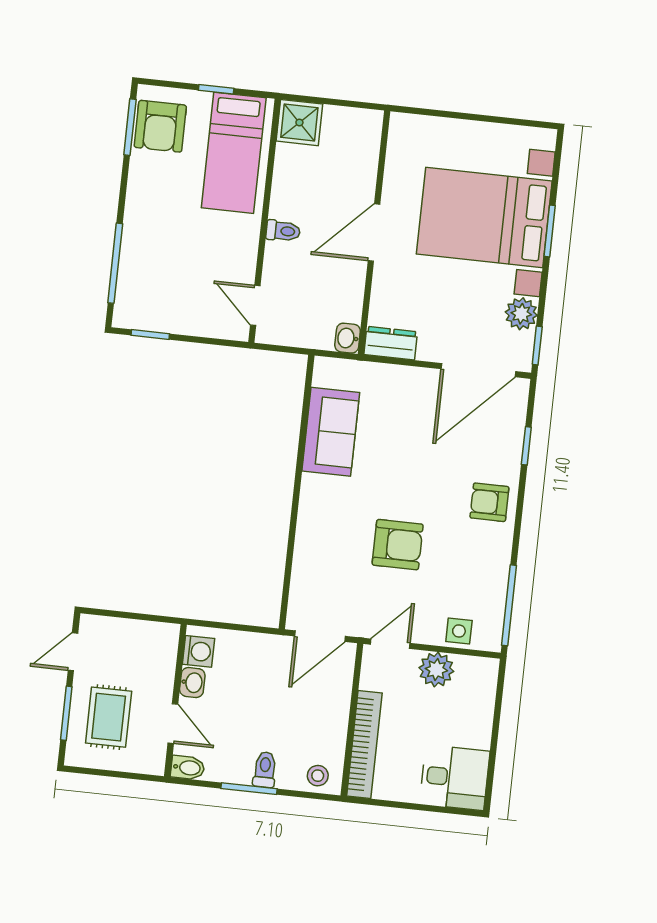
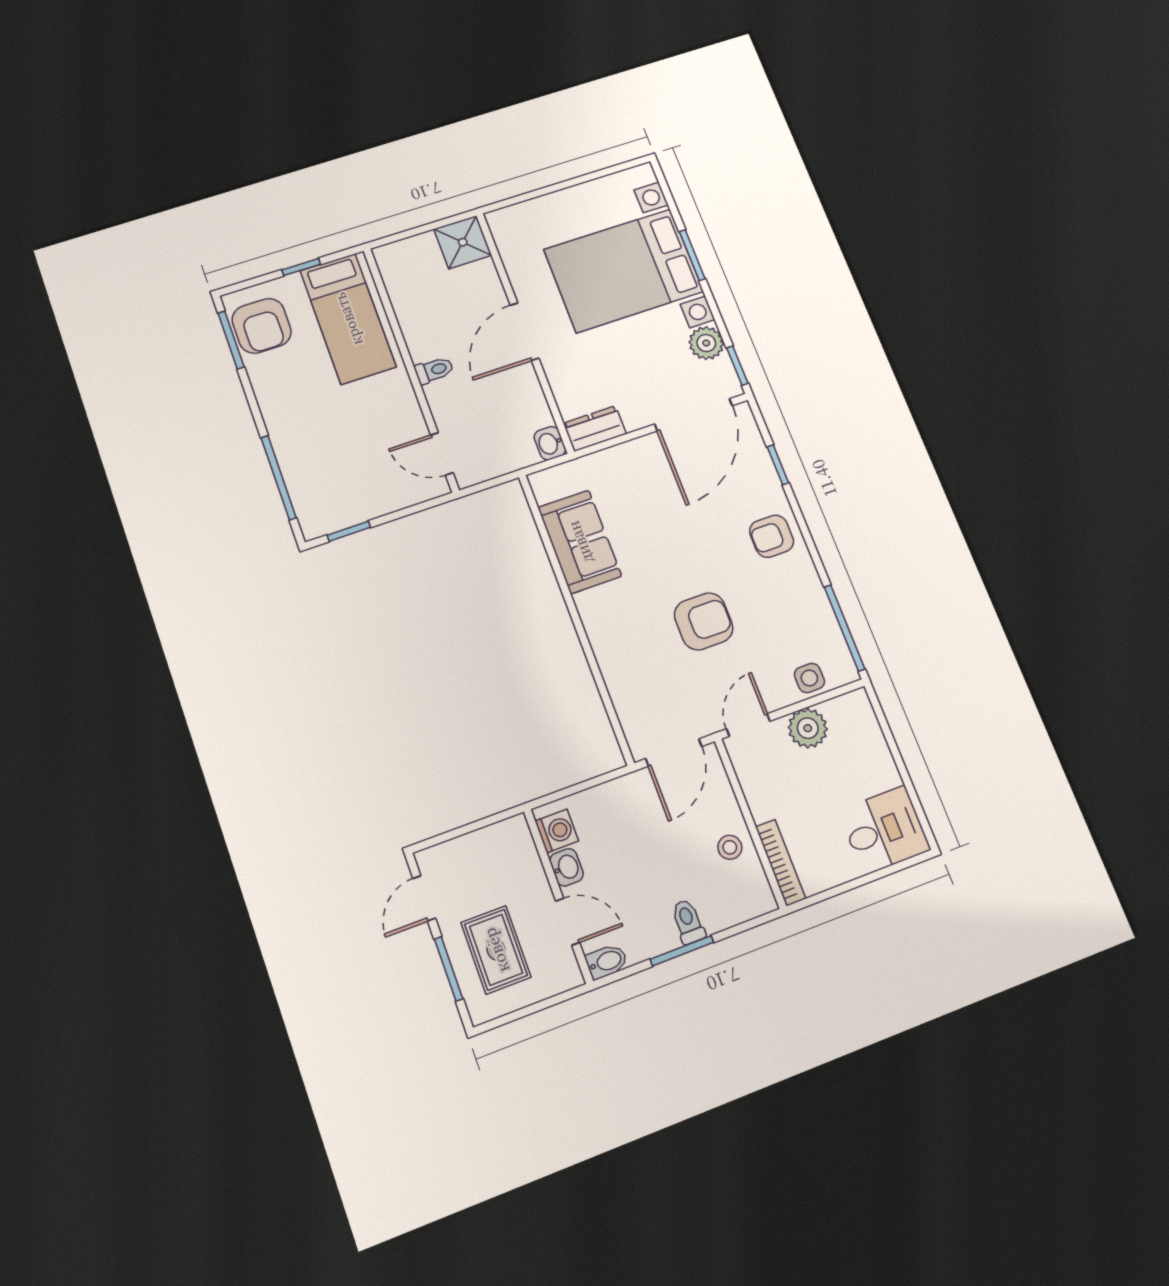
shower: (299, 123) -> (463, 242), moved
bookcase: (364, 744) -> (781, 863), width x0.68, depth x0.76
stool: (318, 776) -> (730, 847), moved

